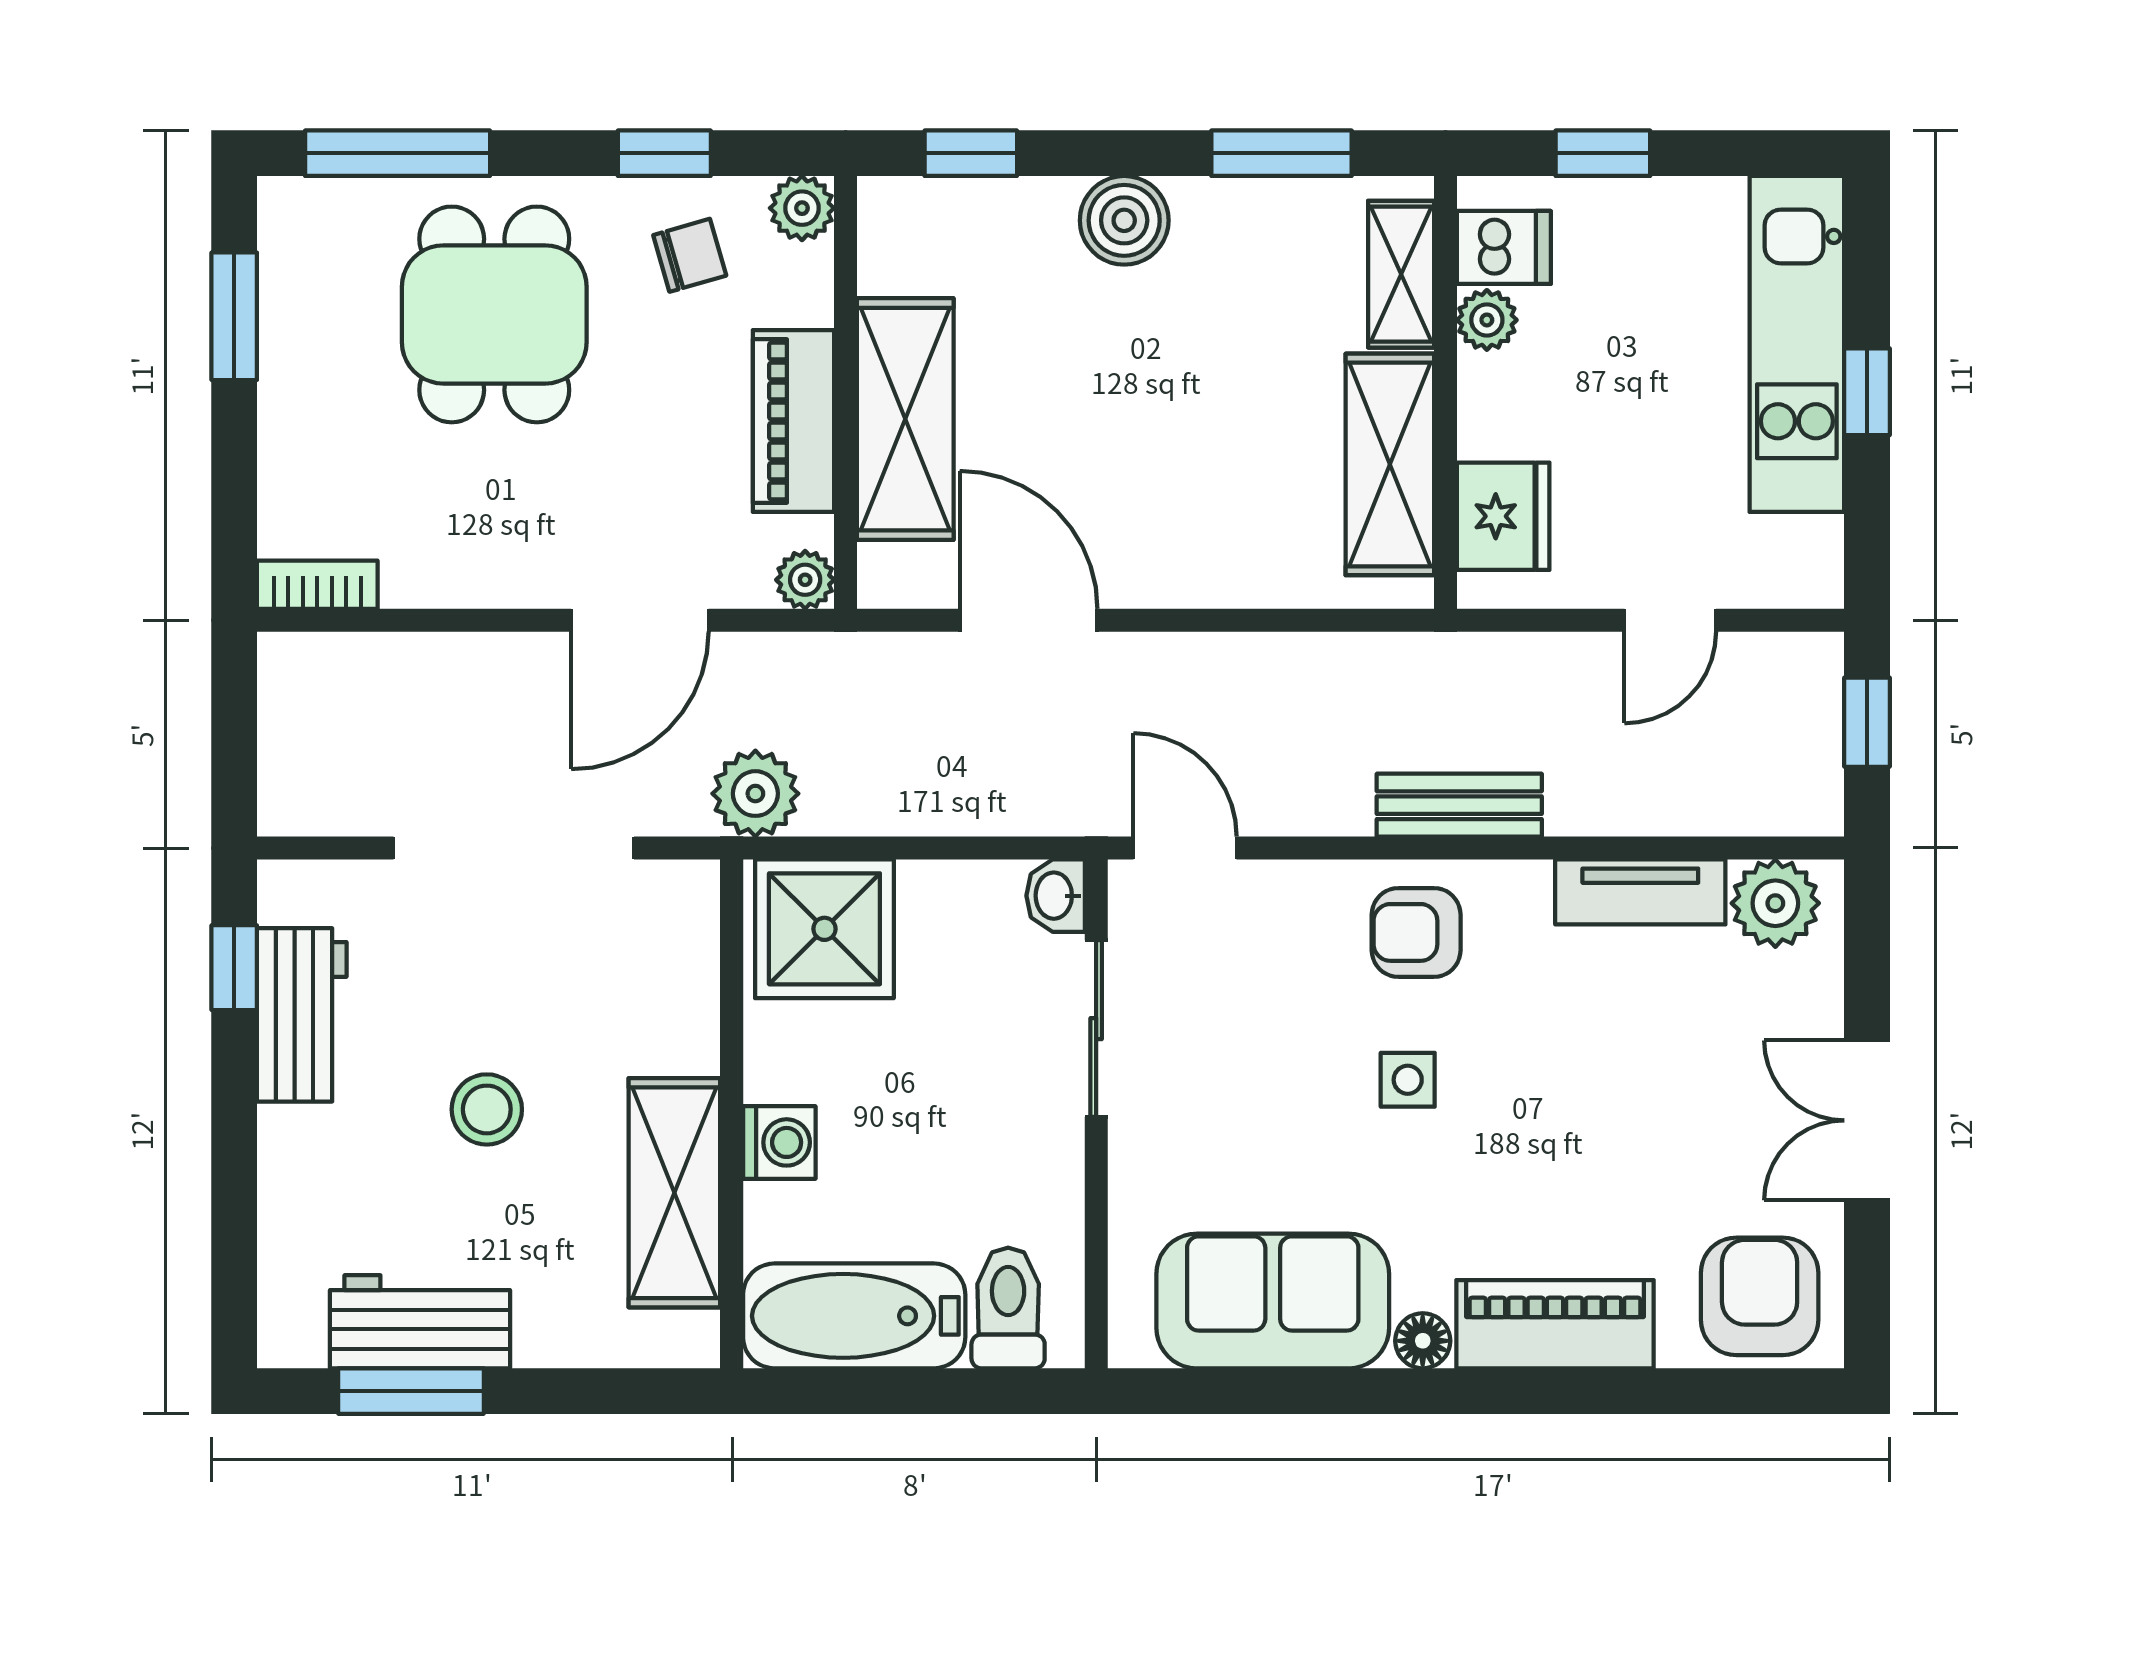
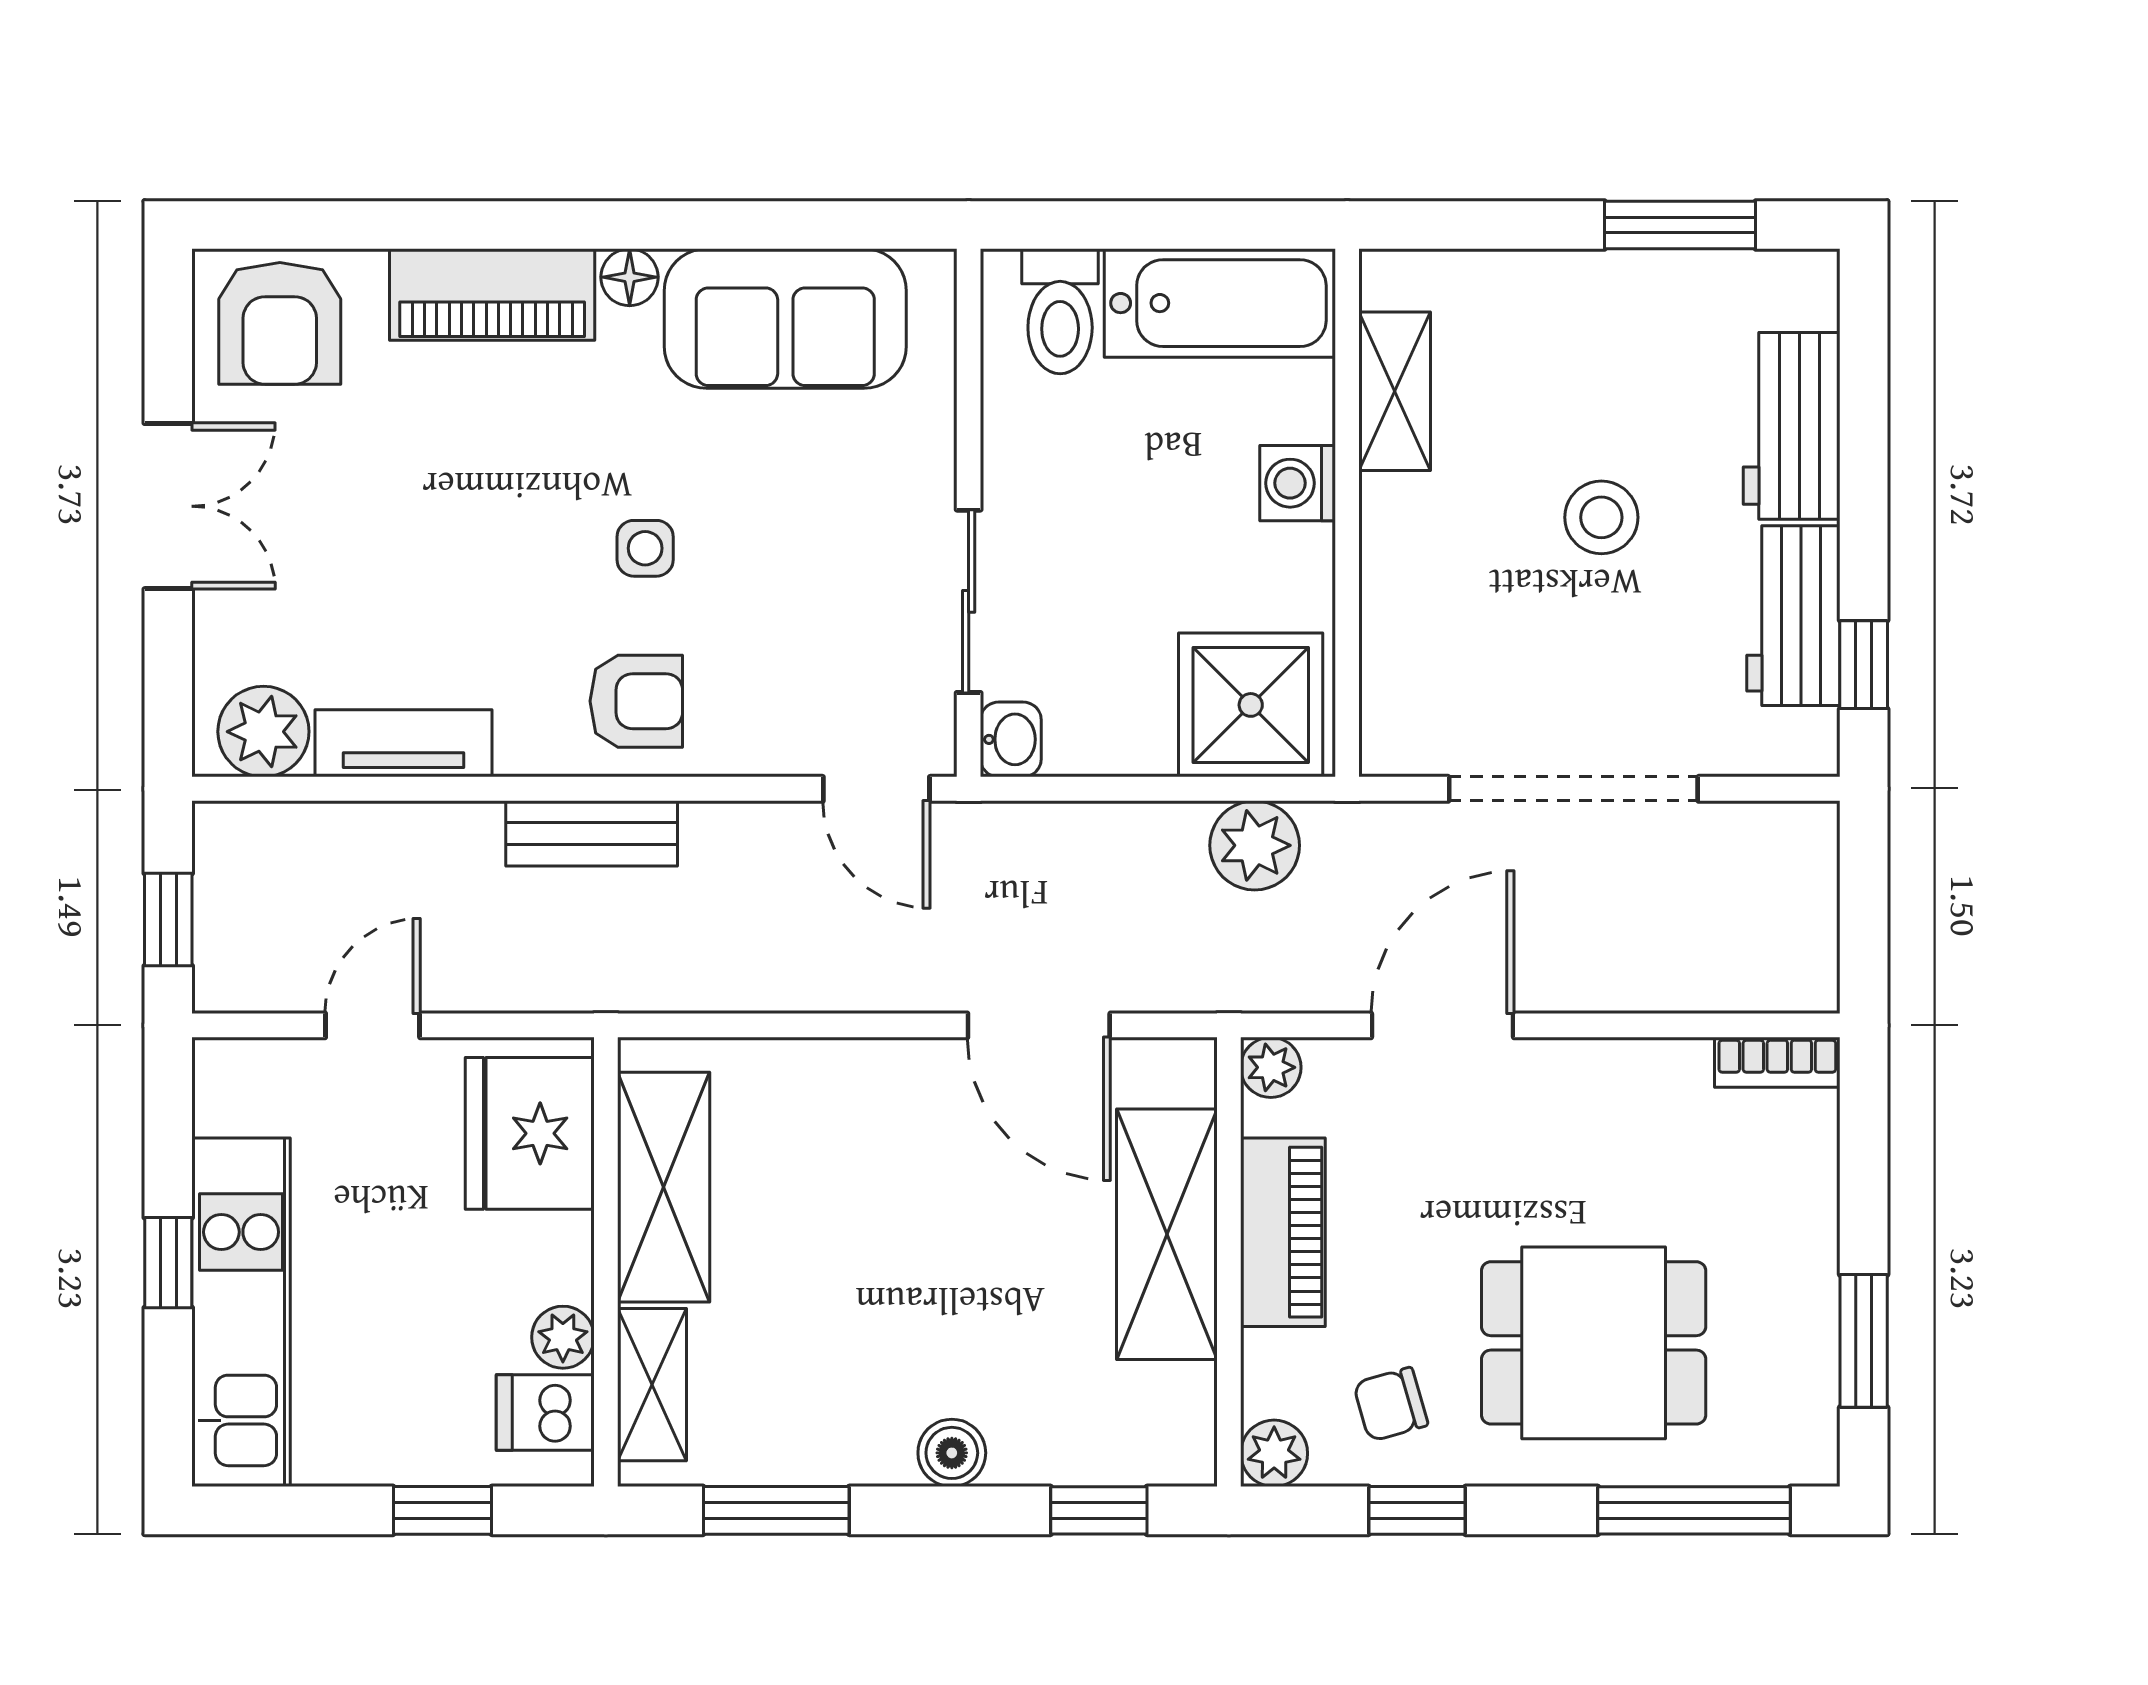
boiler: (1124, 220) -> (952, 1453), width x0.73, depth x0.73
dining table: (494, 314) -> (1594, 1343), turned 90
fridge: (1503, 516) -> (530, 1133), width x1.36, depth x1.34
plant: (755, 794) -> (1255, 845), moved
shelving: (674, 1193) -> (1395, 391), width x0.67, depth x0.75
workbench: (420, 1322) -> (1792, 426), moved, turned 90

